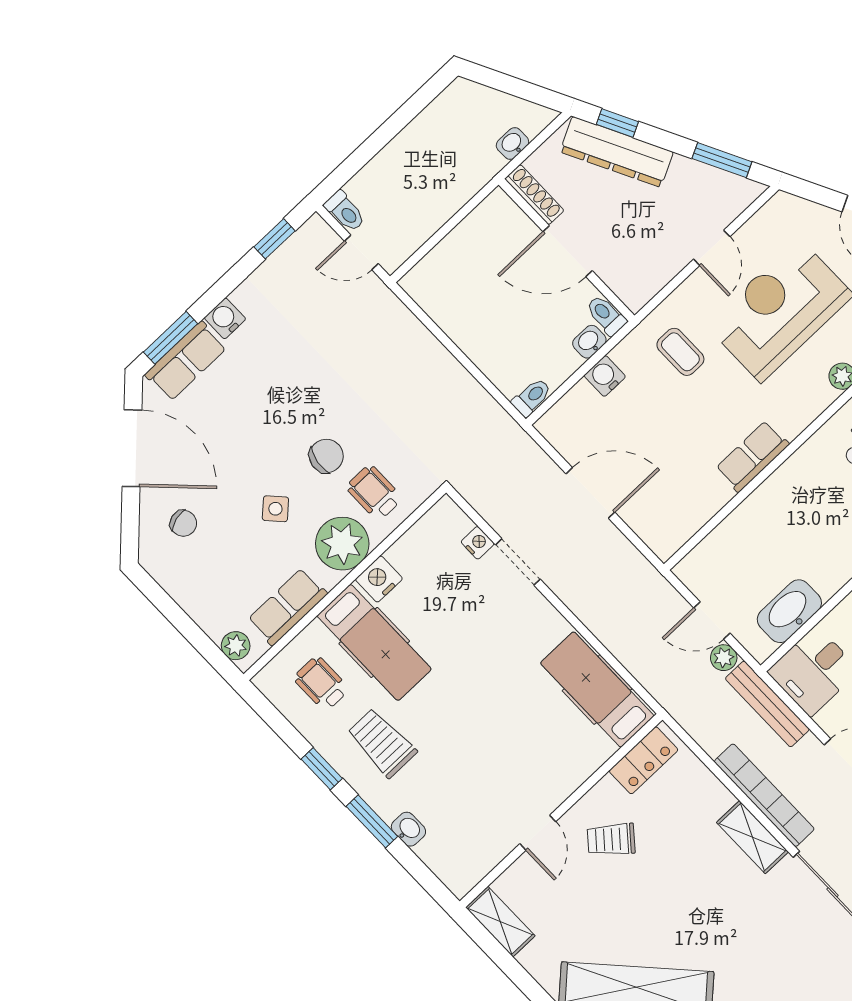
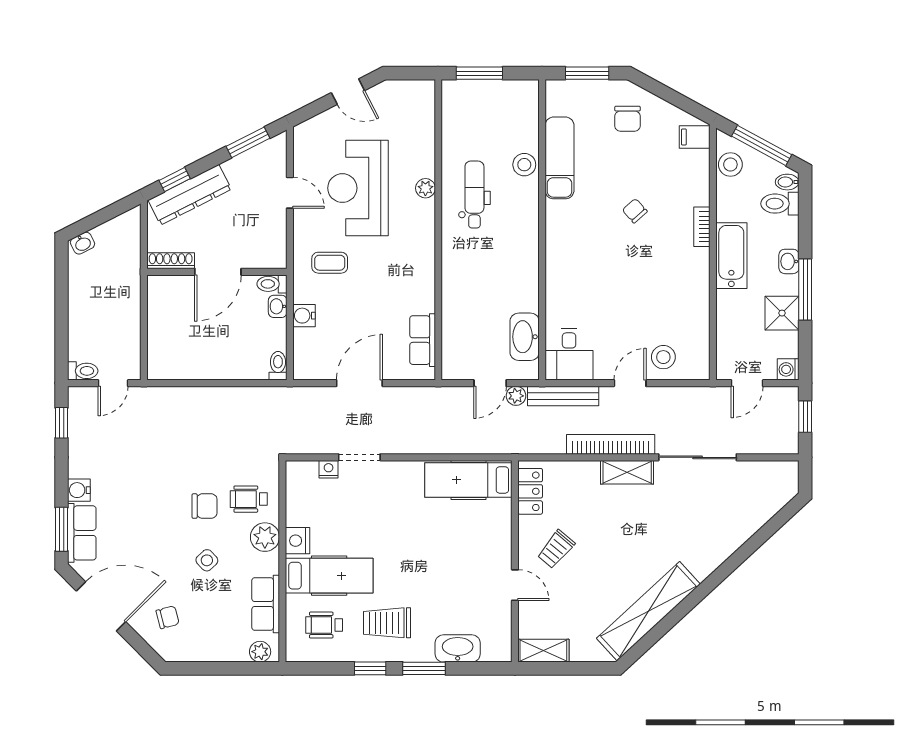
washbasin: (512, 144) -> (82, 243), moved, turned -117
chair: (326, 456) -> (205, 506), turned 81
row of seats: (752, 456) -> (423, 340), moved
plant: (342, 544) -> (265, 537), width x0.73, depth x0.73
washbasin: (408, 829) -> (458, 648), width x1.91, depth x1.45

